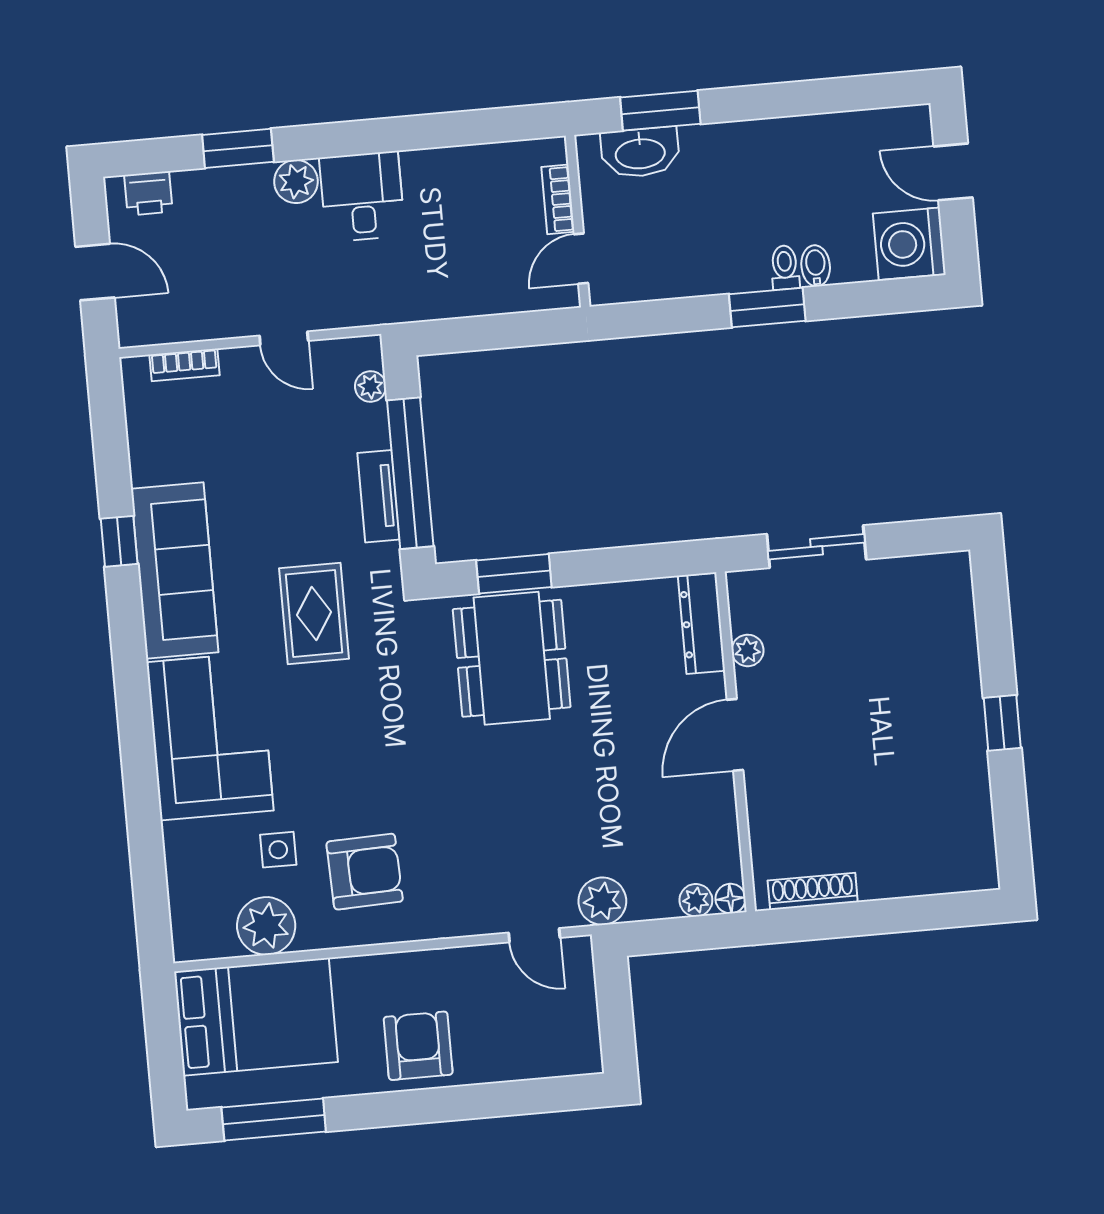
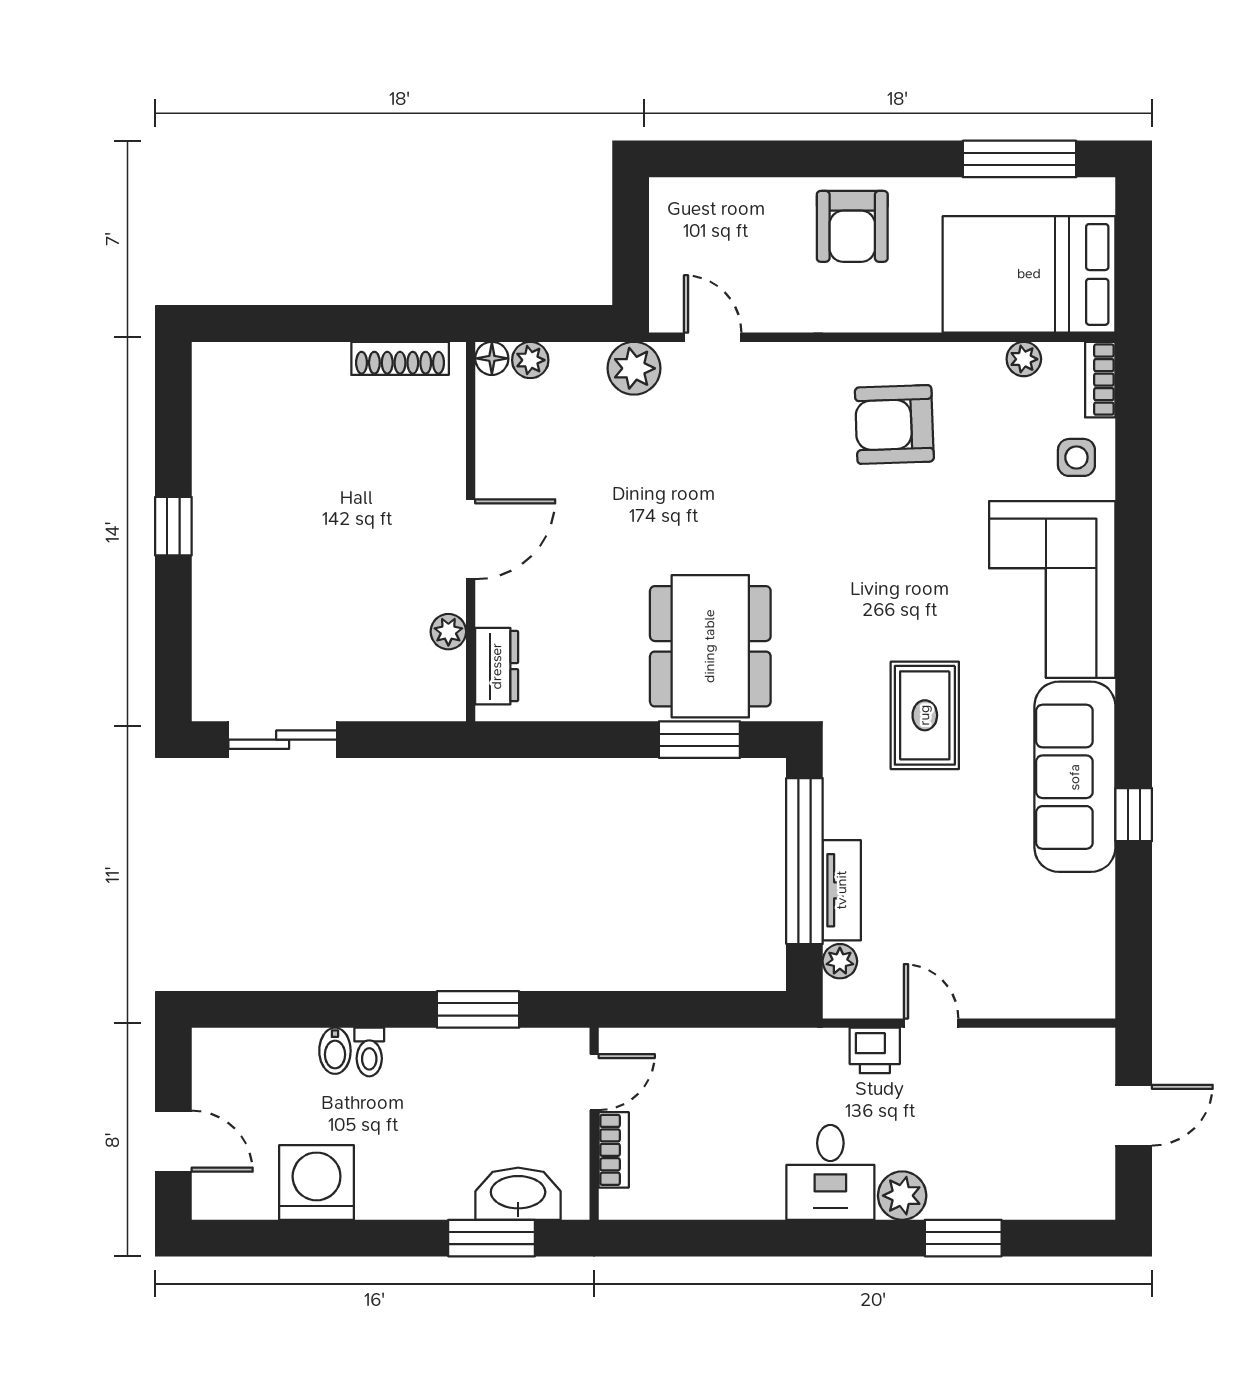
printer: (148, 193) -> (875, 1050), moved, turned 180
washing machine: (909, 244) -> (317, 1182), moved, turned -90
door: (95, 272) -> (1134, 1115), swing flipped
window: (767, 308) -> (478, 1009), moved
bookcase: (184, 365) -> (1100, 380), moved, turned -90
tv unit: (378, 496) -> (842, 890), moved
sliding door: (816, 547) -> (283, 740), moved
dresser: (702, 623) -> (497, 666), width x0.70
side table: (278, 850) -> (1076, 457), moved
plant: (266, 926) -> (1024, 359), width x0.53, depth x0.53

